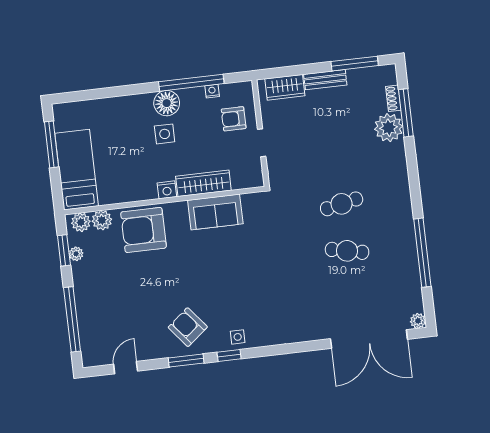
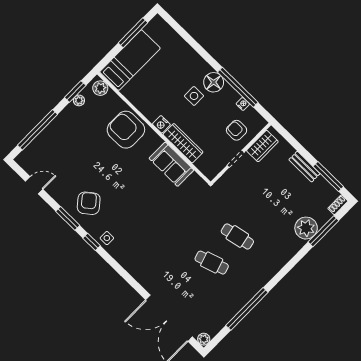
wardrobe: (285, 87) -> (262, 146), moved, turned -90
shoe rack: (393, 98) -> (338, 205), moved
plant: (102, 220) -> (112, 100), removed
cafe table: (347, 251) -> (212, 263), turned -30

